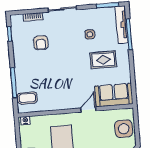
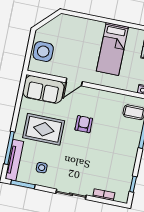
side table: (90, 34) -> (42, 168), moved
armchair: (41, 43) -> (84, 124), moved
rug: (103, 60) -> (44, 129), width x1.36, depth x1.43

